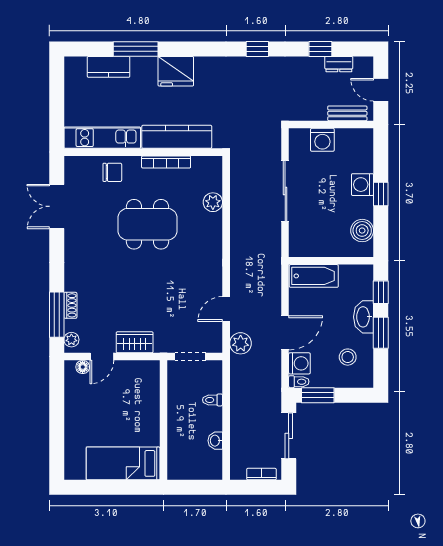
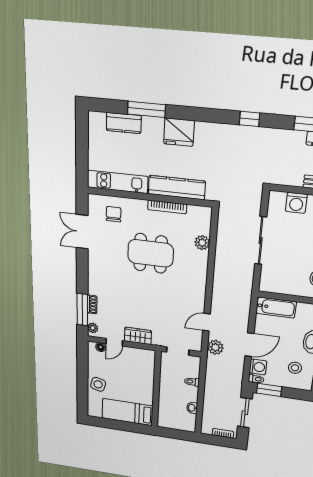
chair: (112, 172) -> (114, 214), moved, turned -90
side table: (80, 426) -> (98, 384), added

